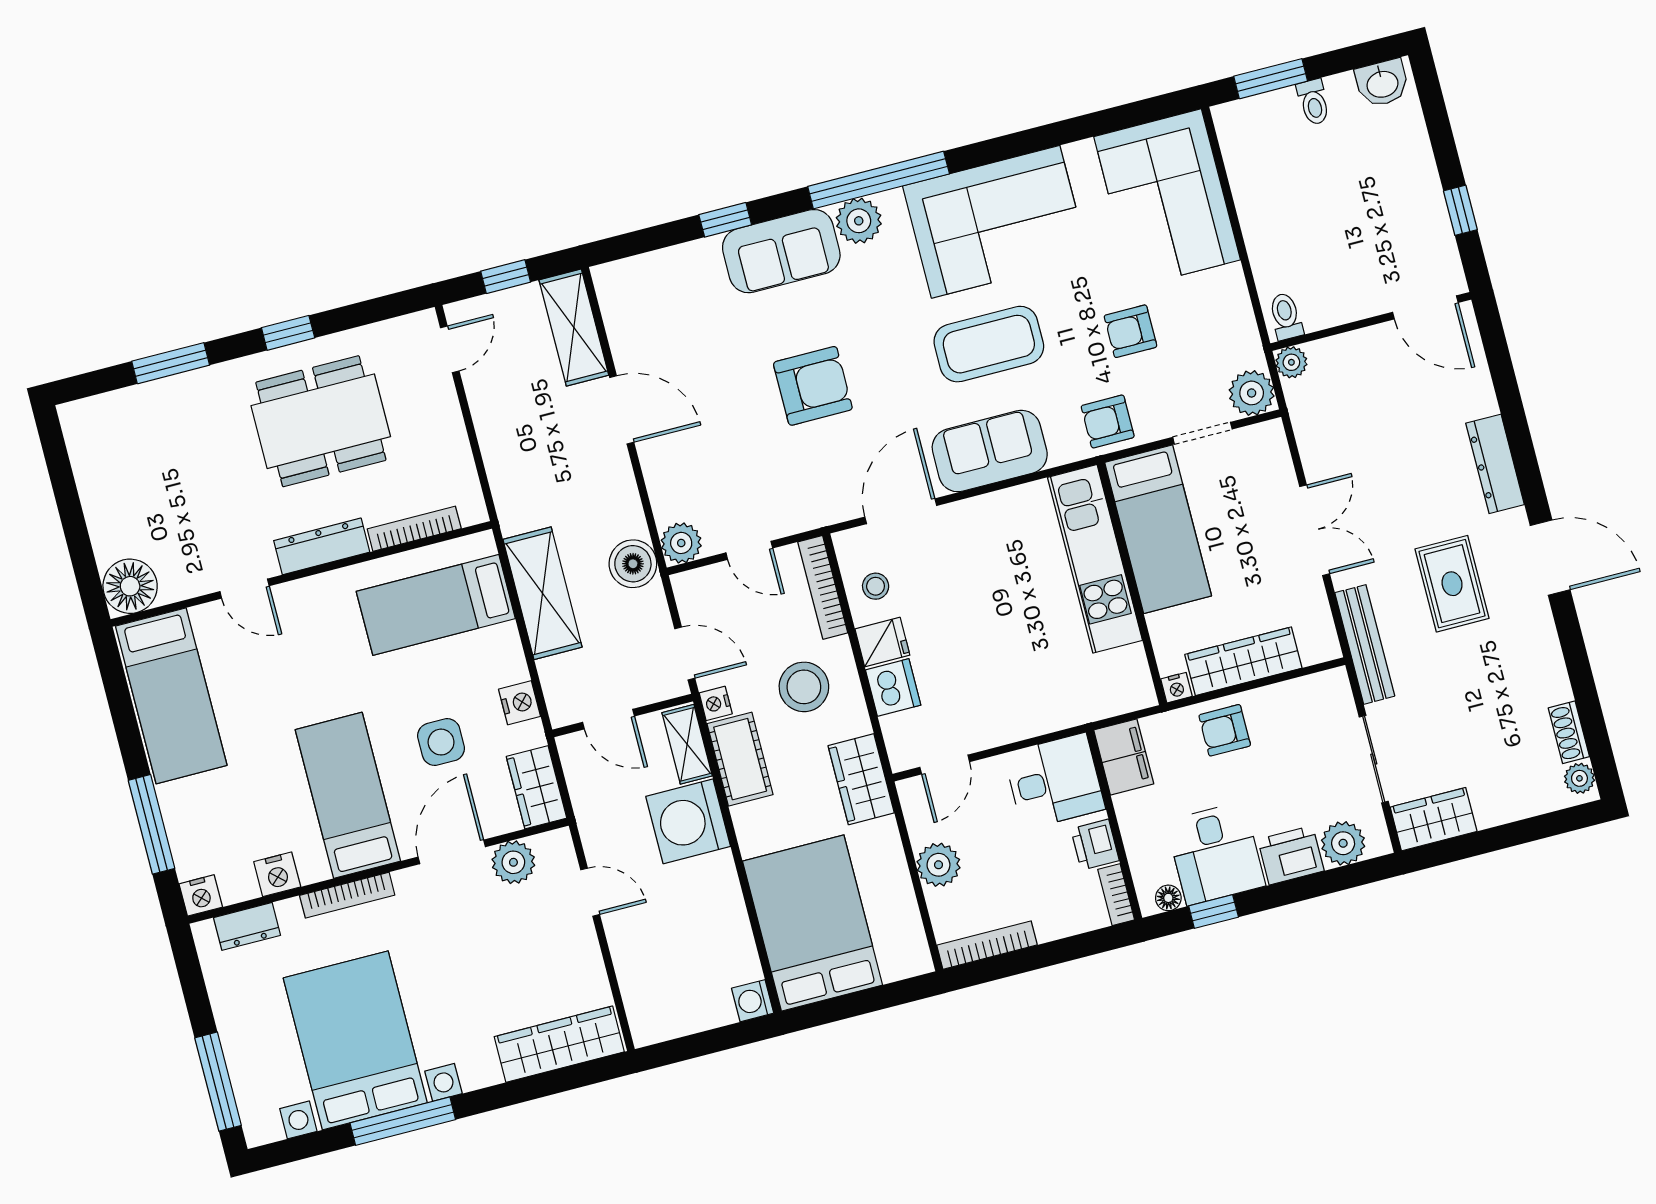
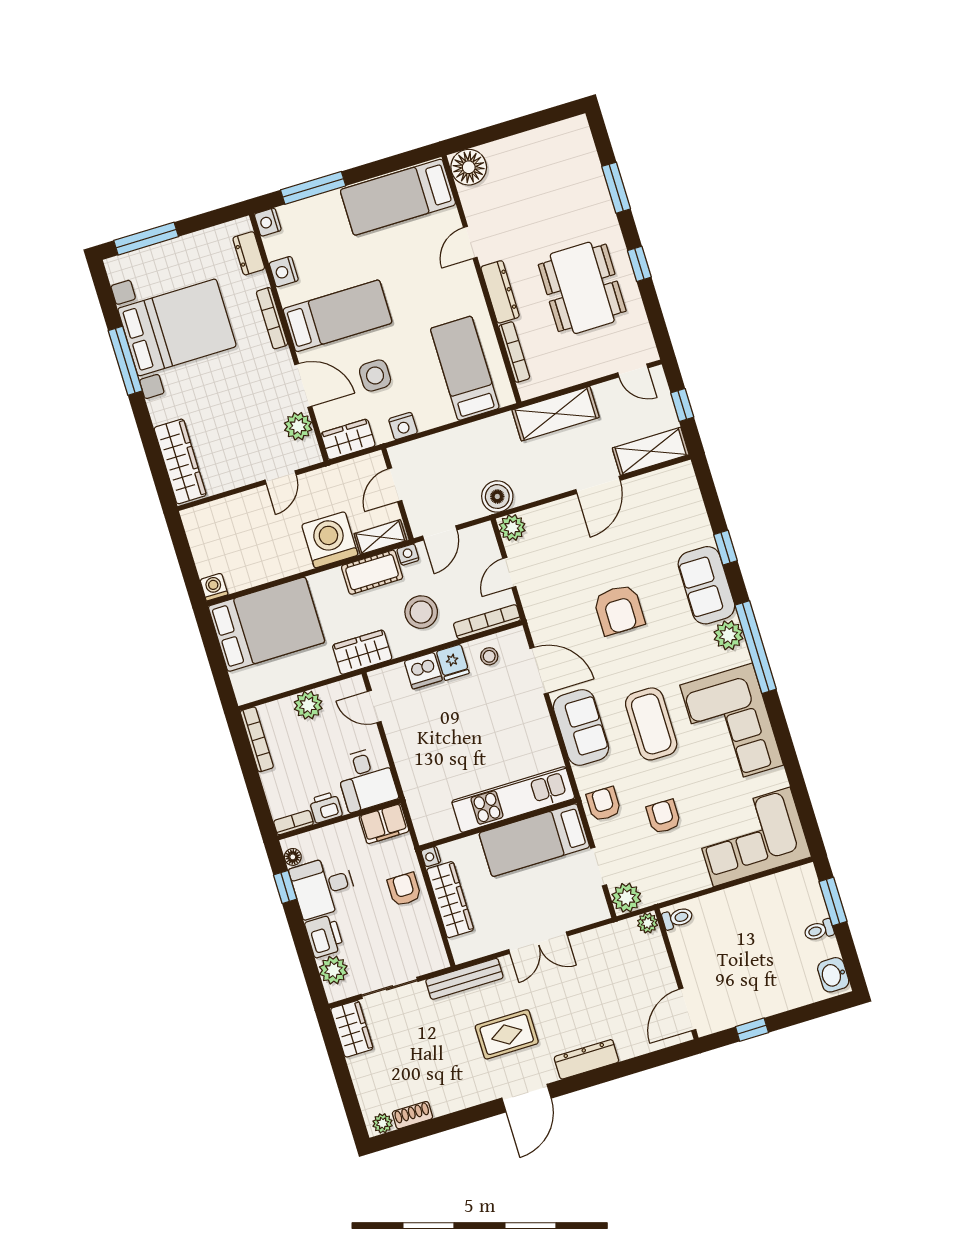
shelving: (543, 593) -> (556, 414), moved

